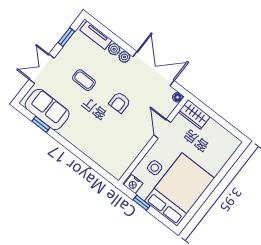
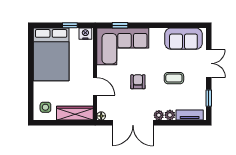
wardrobe: (194, 114) -> (75, 113), width x1.50
window: (41, 124) -> (120, 25), moved
corner sofa: (108, 146) -> (123, 46), added
side table: (155, 168) -> (45, 107), moved

